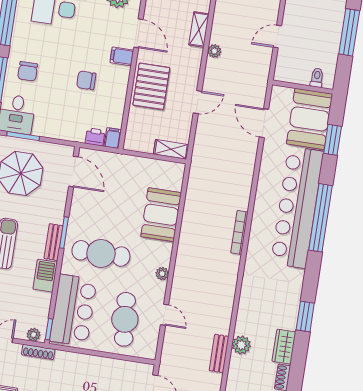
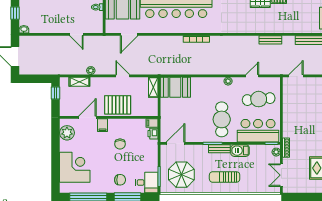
booth: (161, 215) -> (175, 87), moved
plant: (241, 345) -> (263, 27), removed

